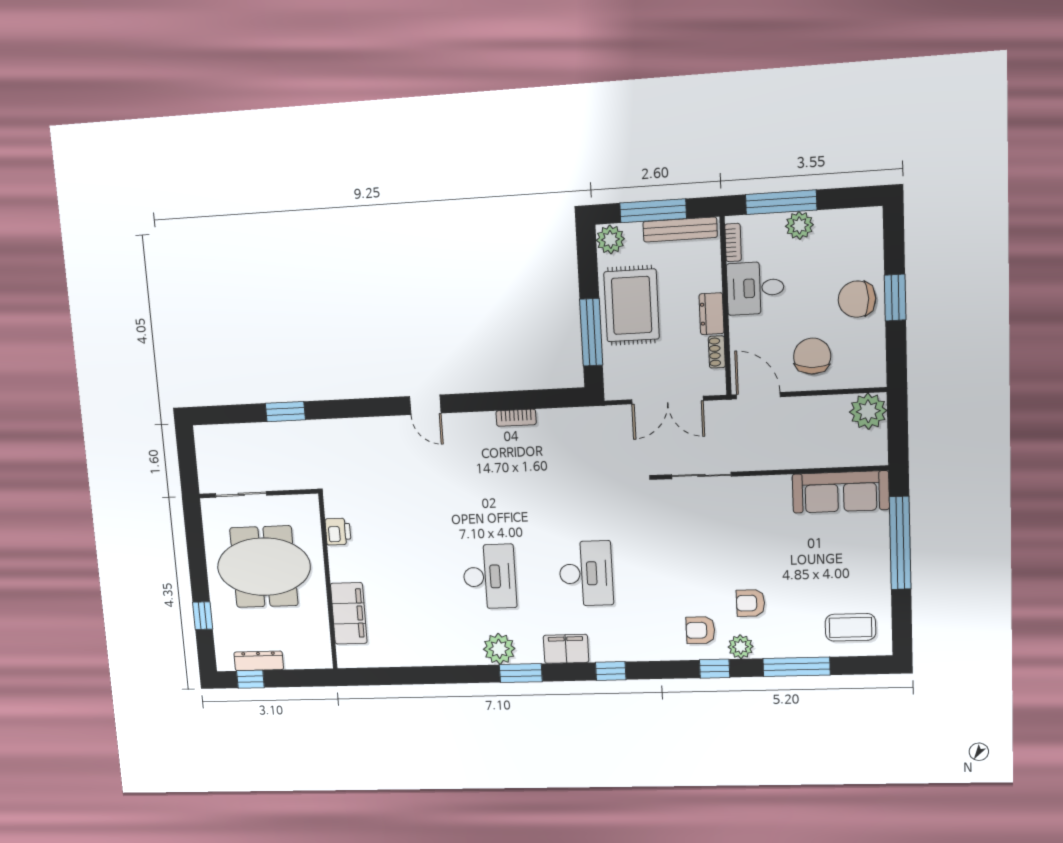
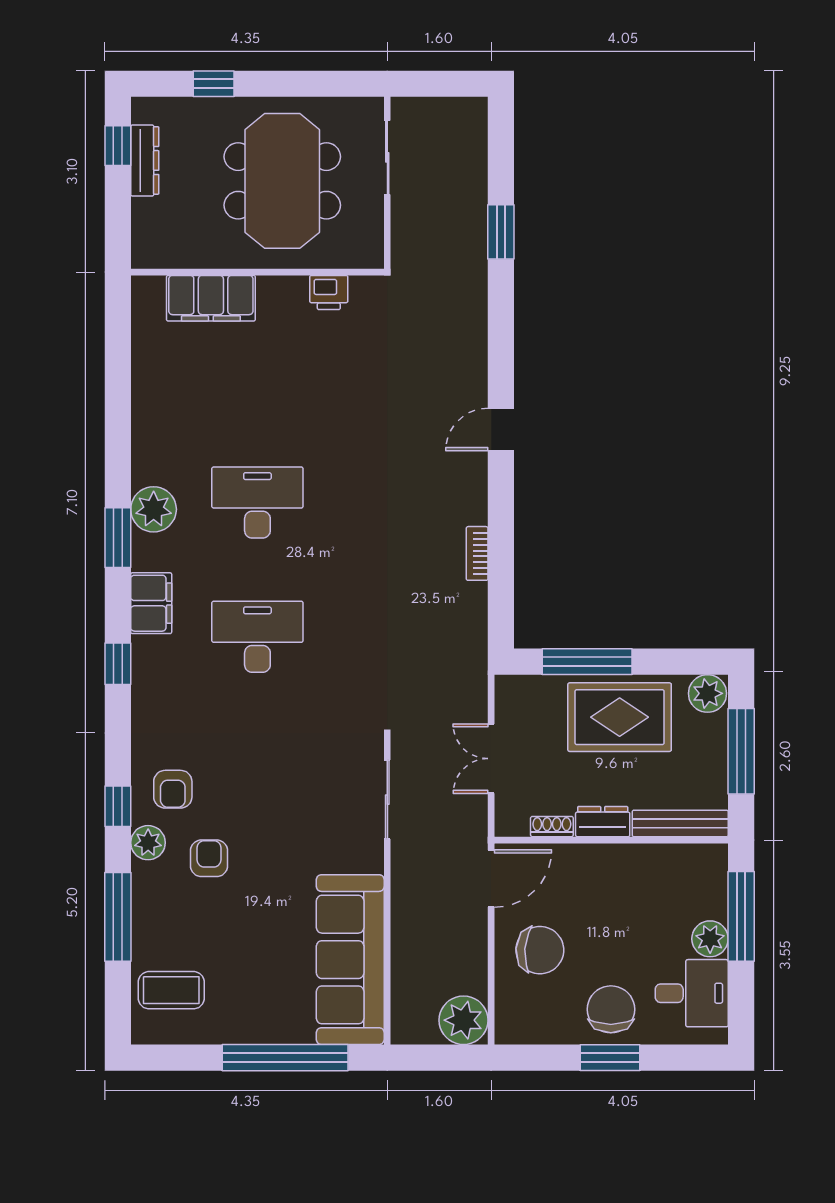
bench: (680, 229) -> (680, 823), moved, turned 90
bookcase: (733, 242) -> (694, 853), removed
desk: (755, 288) -> (692, 993), moved, turned 90
double door: (667, 400) -> (491, 759), width x0.73
sofa: (841, 492) -> (350, 960), width x1.36, depth x1.27
desk: (586, 573) -> (257, 637), turned 180
desk: (489, 577) -> (257, 502), turned 180
coffee table: (850, 627) -> (171, 990), turned 90
armchair: (700, 630) -> (173, 789), turned 180

